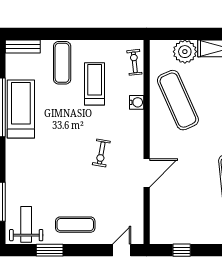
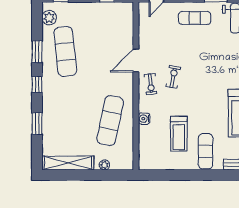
plant: (185, 52) -> (104, 165), width x0.53, depth x0.53
exercise bike: (134, 62) -> (151, 84), moved
exercise mat: (178, 100) -> (110, 120), turned 36

